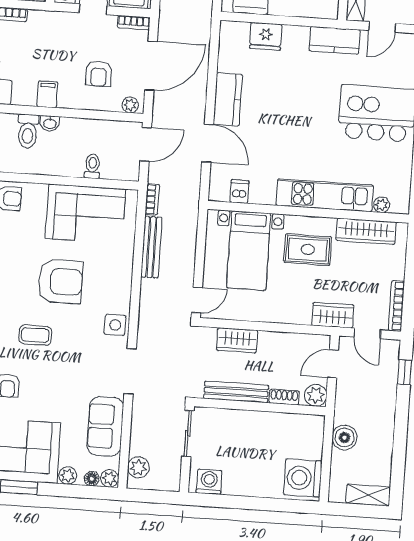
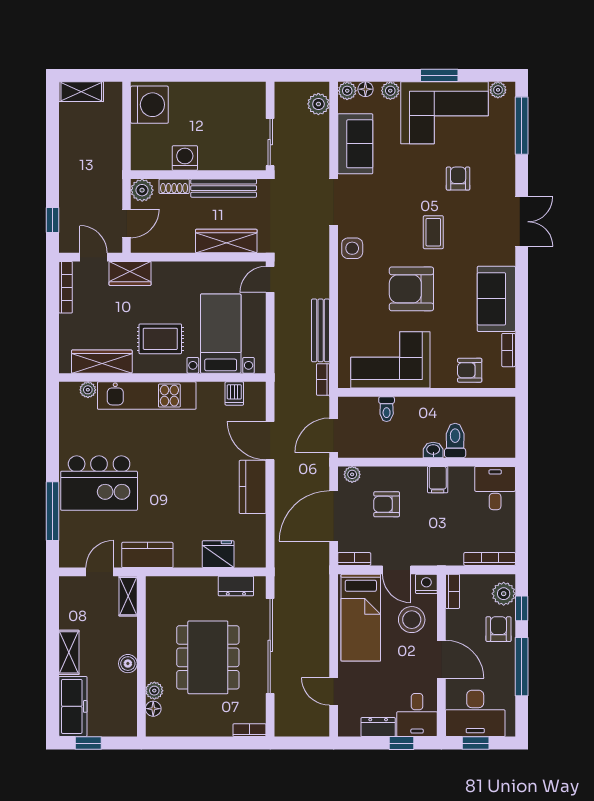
armchair: (99, 74) -> (387, 504), turned -90
coffee table: (35, 335) -> (433, 232), turned 90
wardrobe: (237, 340) -> (226, 241), width x1.50
boiler: (345, 437) -> (110, 149), removed
washing machine: (209, 482) -> (185, 158), moved, turned 180

